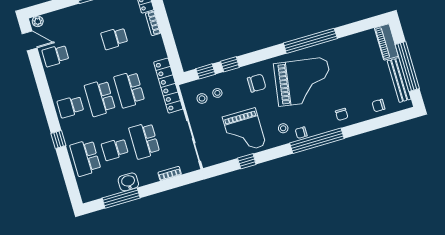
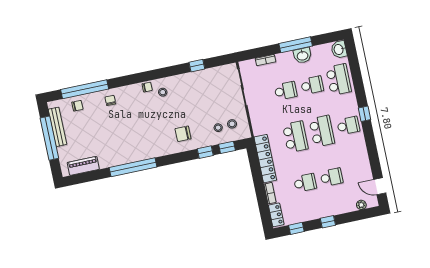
plant: (38, 21) -> (361, 205), moved
piano: (386, 42) -> (83, 166), moved, turned -90
school desk: (56, 55) -> (331, 177), moved
grand piano: (303, 82) -> (142, 132), removed
locker: (168, 86) -> (265, 159), moved
grand piano: (244, 131) -> (197, 92), removed
window: (58, 139) -> (364, 114), moved
school desk: (144, 141) -> (286, 91), width x0.54
window: (317, 141) -> (85, 89), moved
washbasin: (88, 192) -> (339, 49), added
window: (121, 198) -> (296, 45), moved

